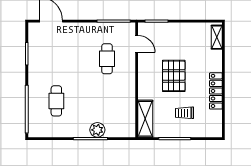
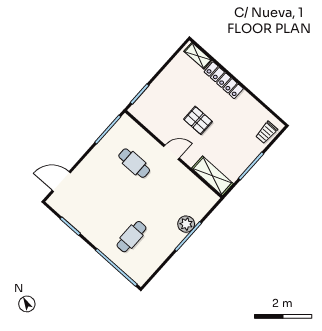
door: (137, 44) -> (172, 152), moved
pallet: (174, 76) -> (198, 120), width x0.67, depth x0.71
locker: (216, 91) -> (224, 80), moved
cafe table: (56, 101) -> (131, 237), turned 90
trolley: (184, 113) -> (266, 132), moved

